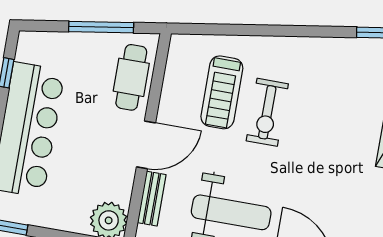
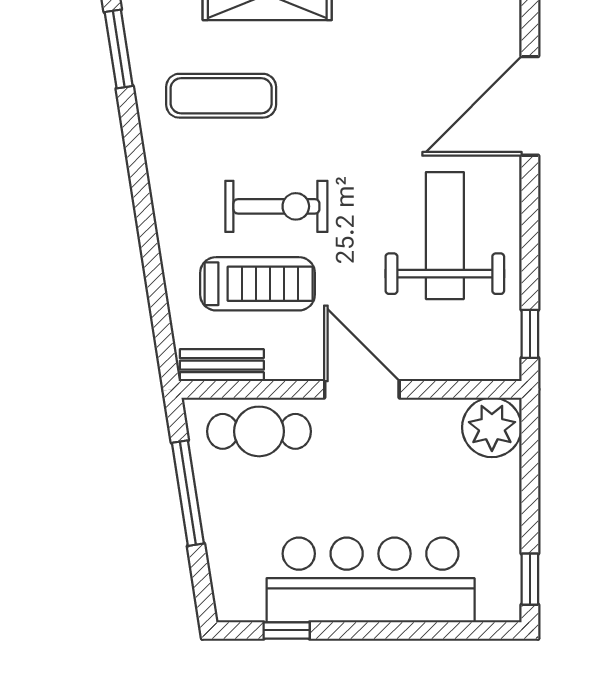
exercise mat: (341, 90) -> (221, 96), added
bench: (152, 199) -> (222, 365), moved

